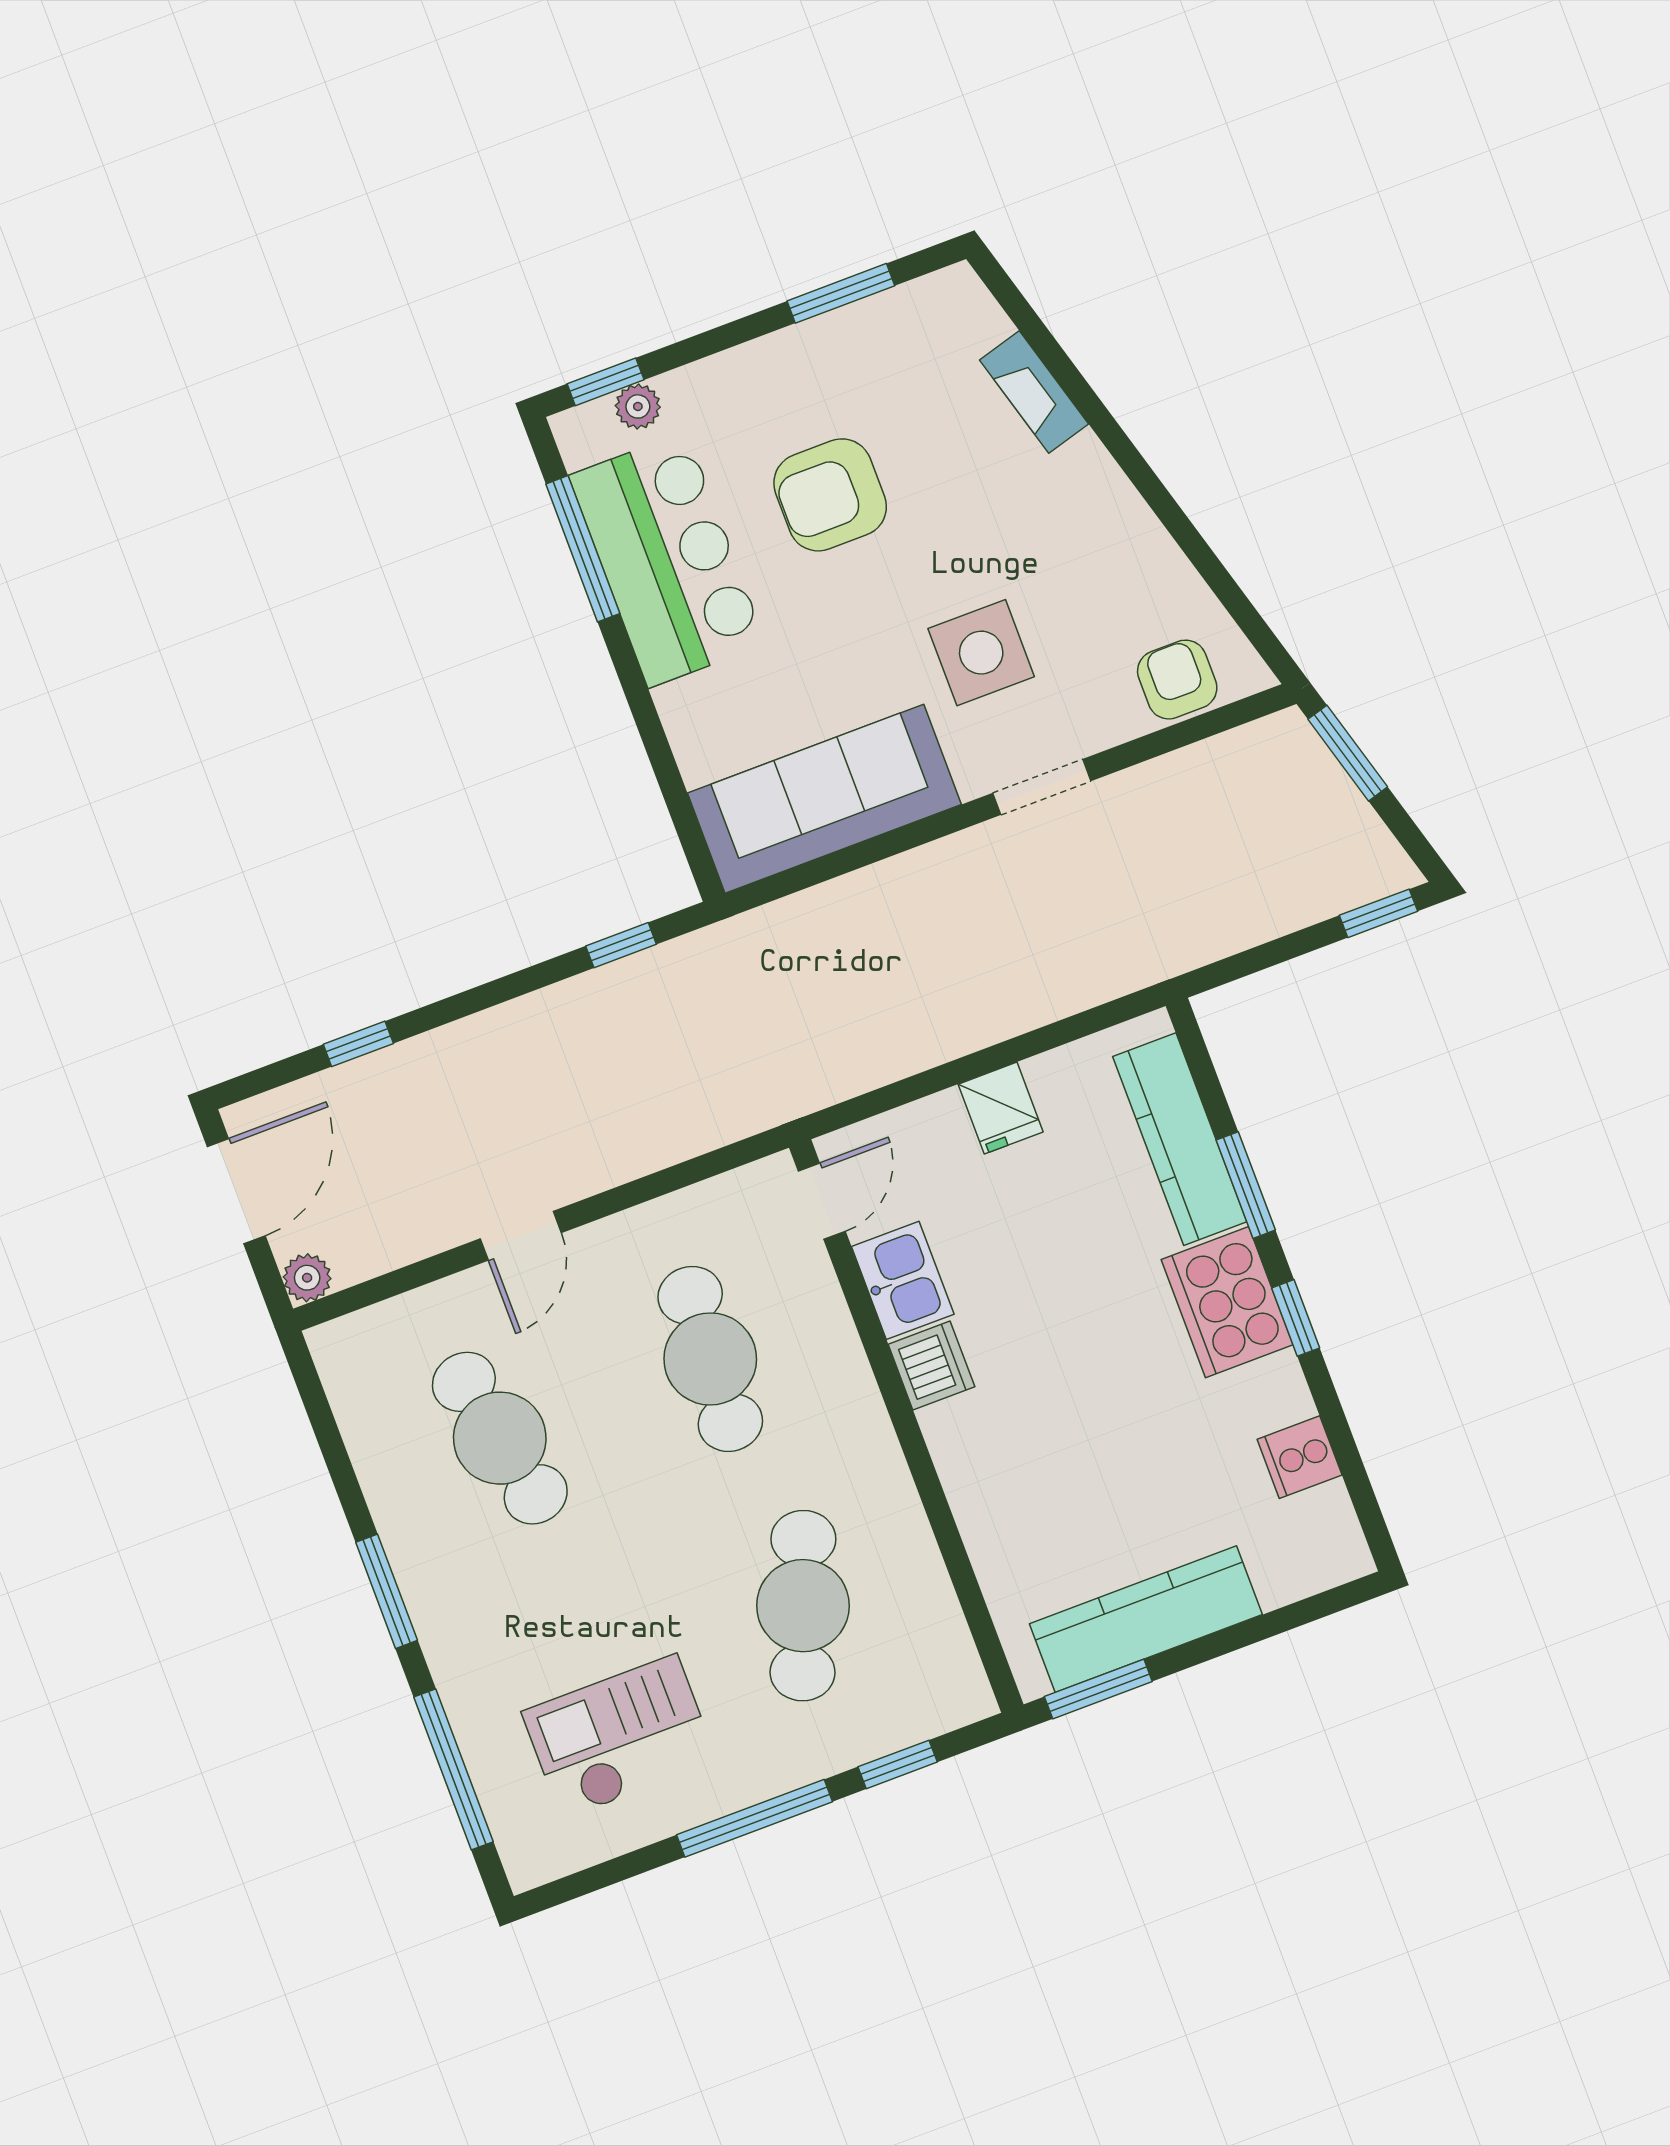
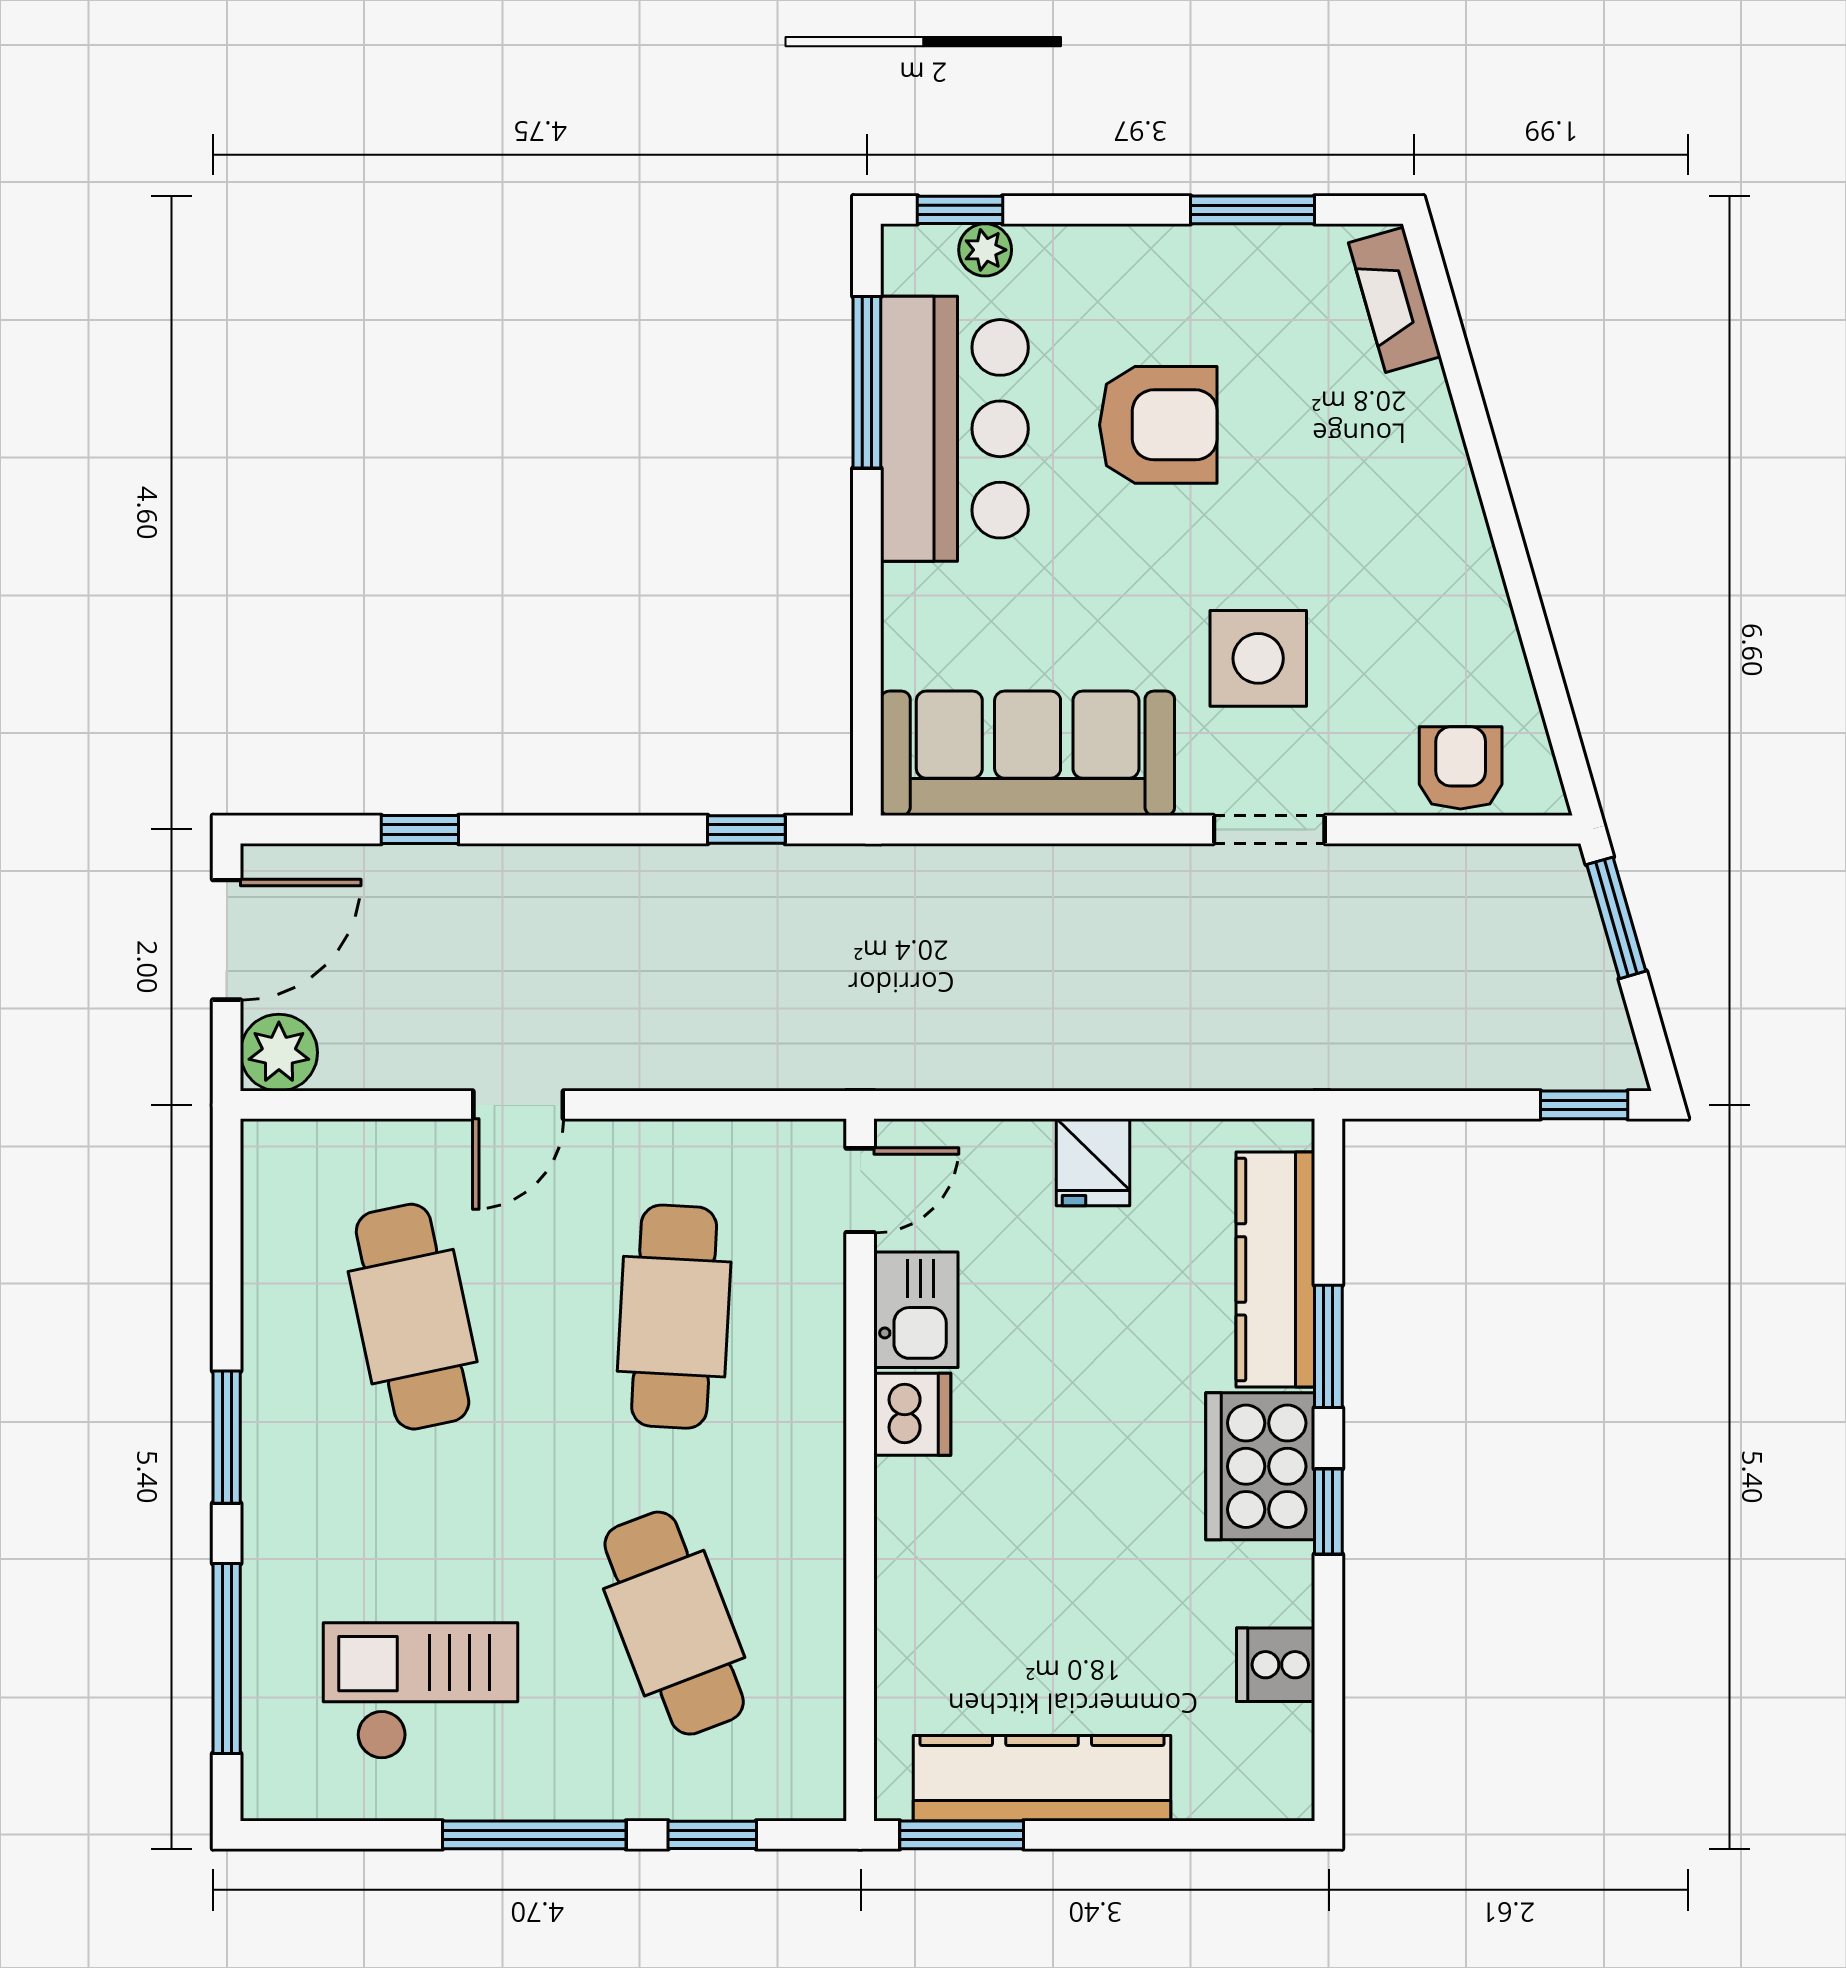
fireplace: (1034, 392) -> (1395, 300), moved
armchair: (830, 495) -> (1158, 425), turned 180
plant: (307, 1278) -> (279, 1053), width x1.38, depth x1.38
cafe table: (803, 1606) -> (674, 1623), turned -42

